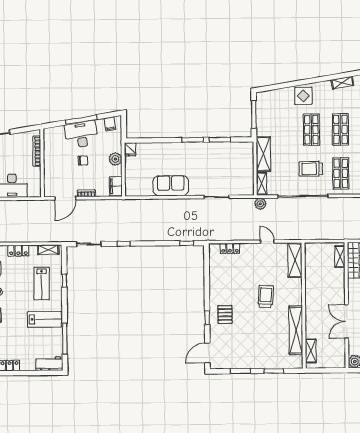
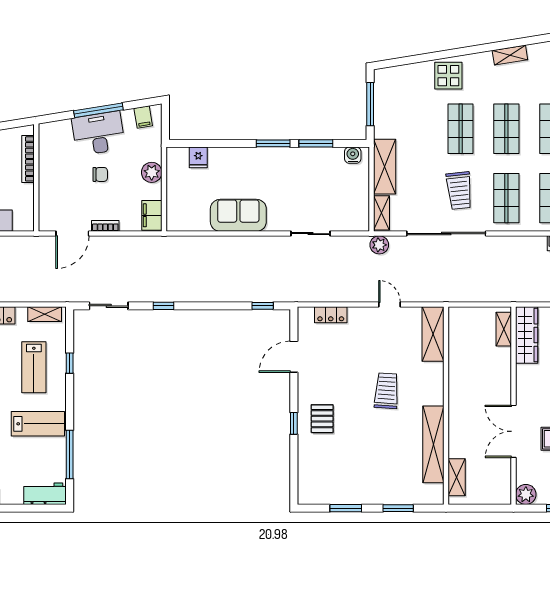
water cooler: (243, 147) -> (353, 155), added
fridge: (130, 149) -> (198, 157), moved
trolley: (311, 169) -> (459, 191), turned -96
door: (207, 353) -> (294, 357), moved

